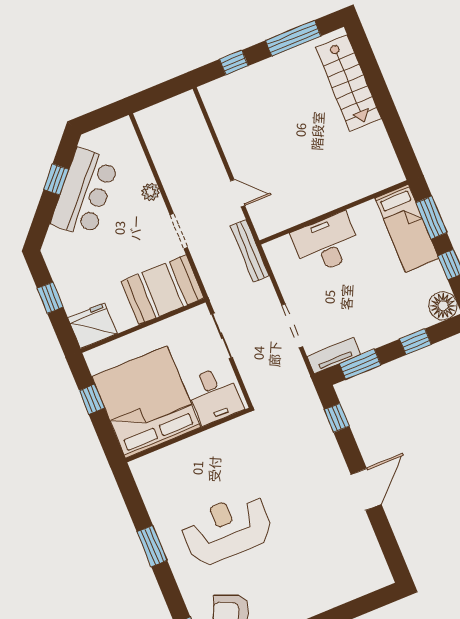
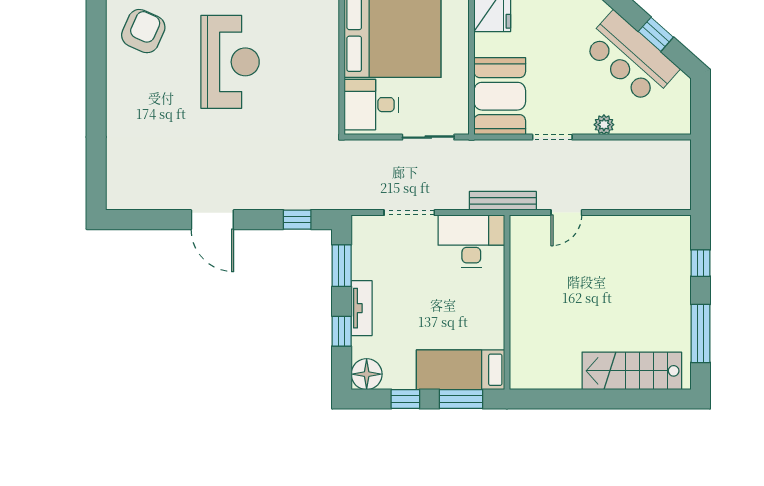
desk: (326, 244) -> (471, 241), moved, turned -90
tv unit: (334, 356) -> (362, 308), moved

